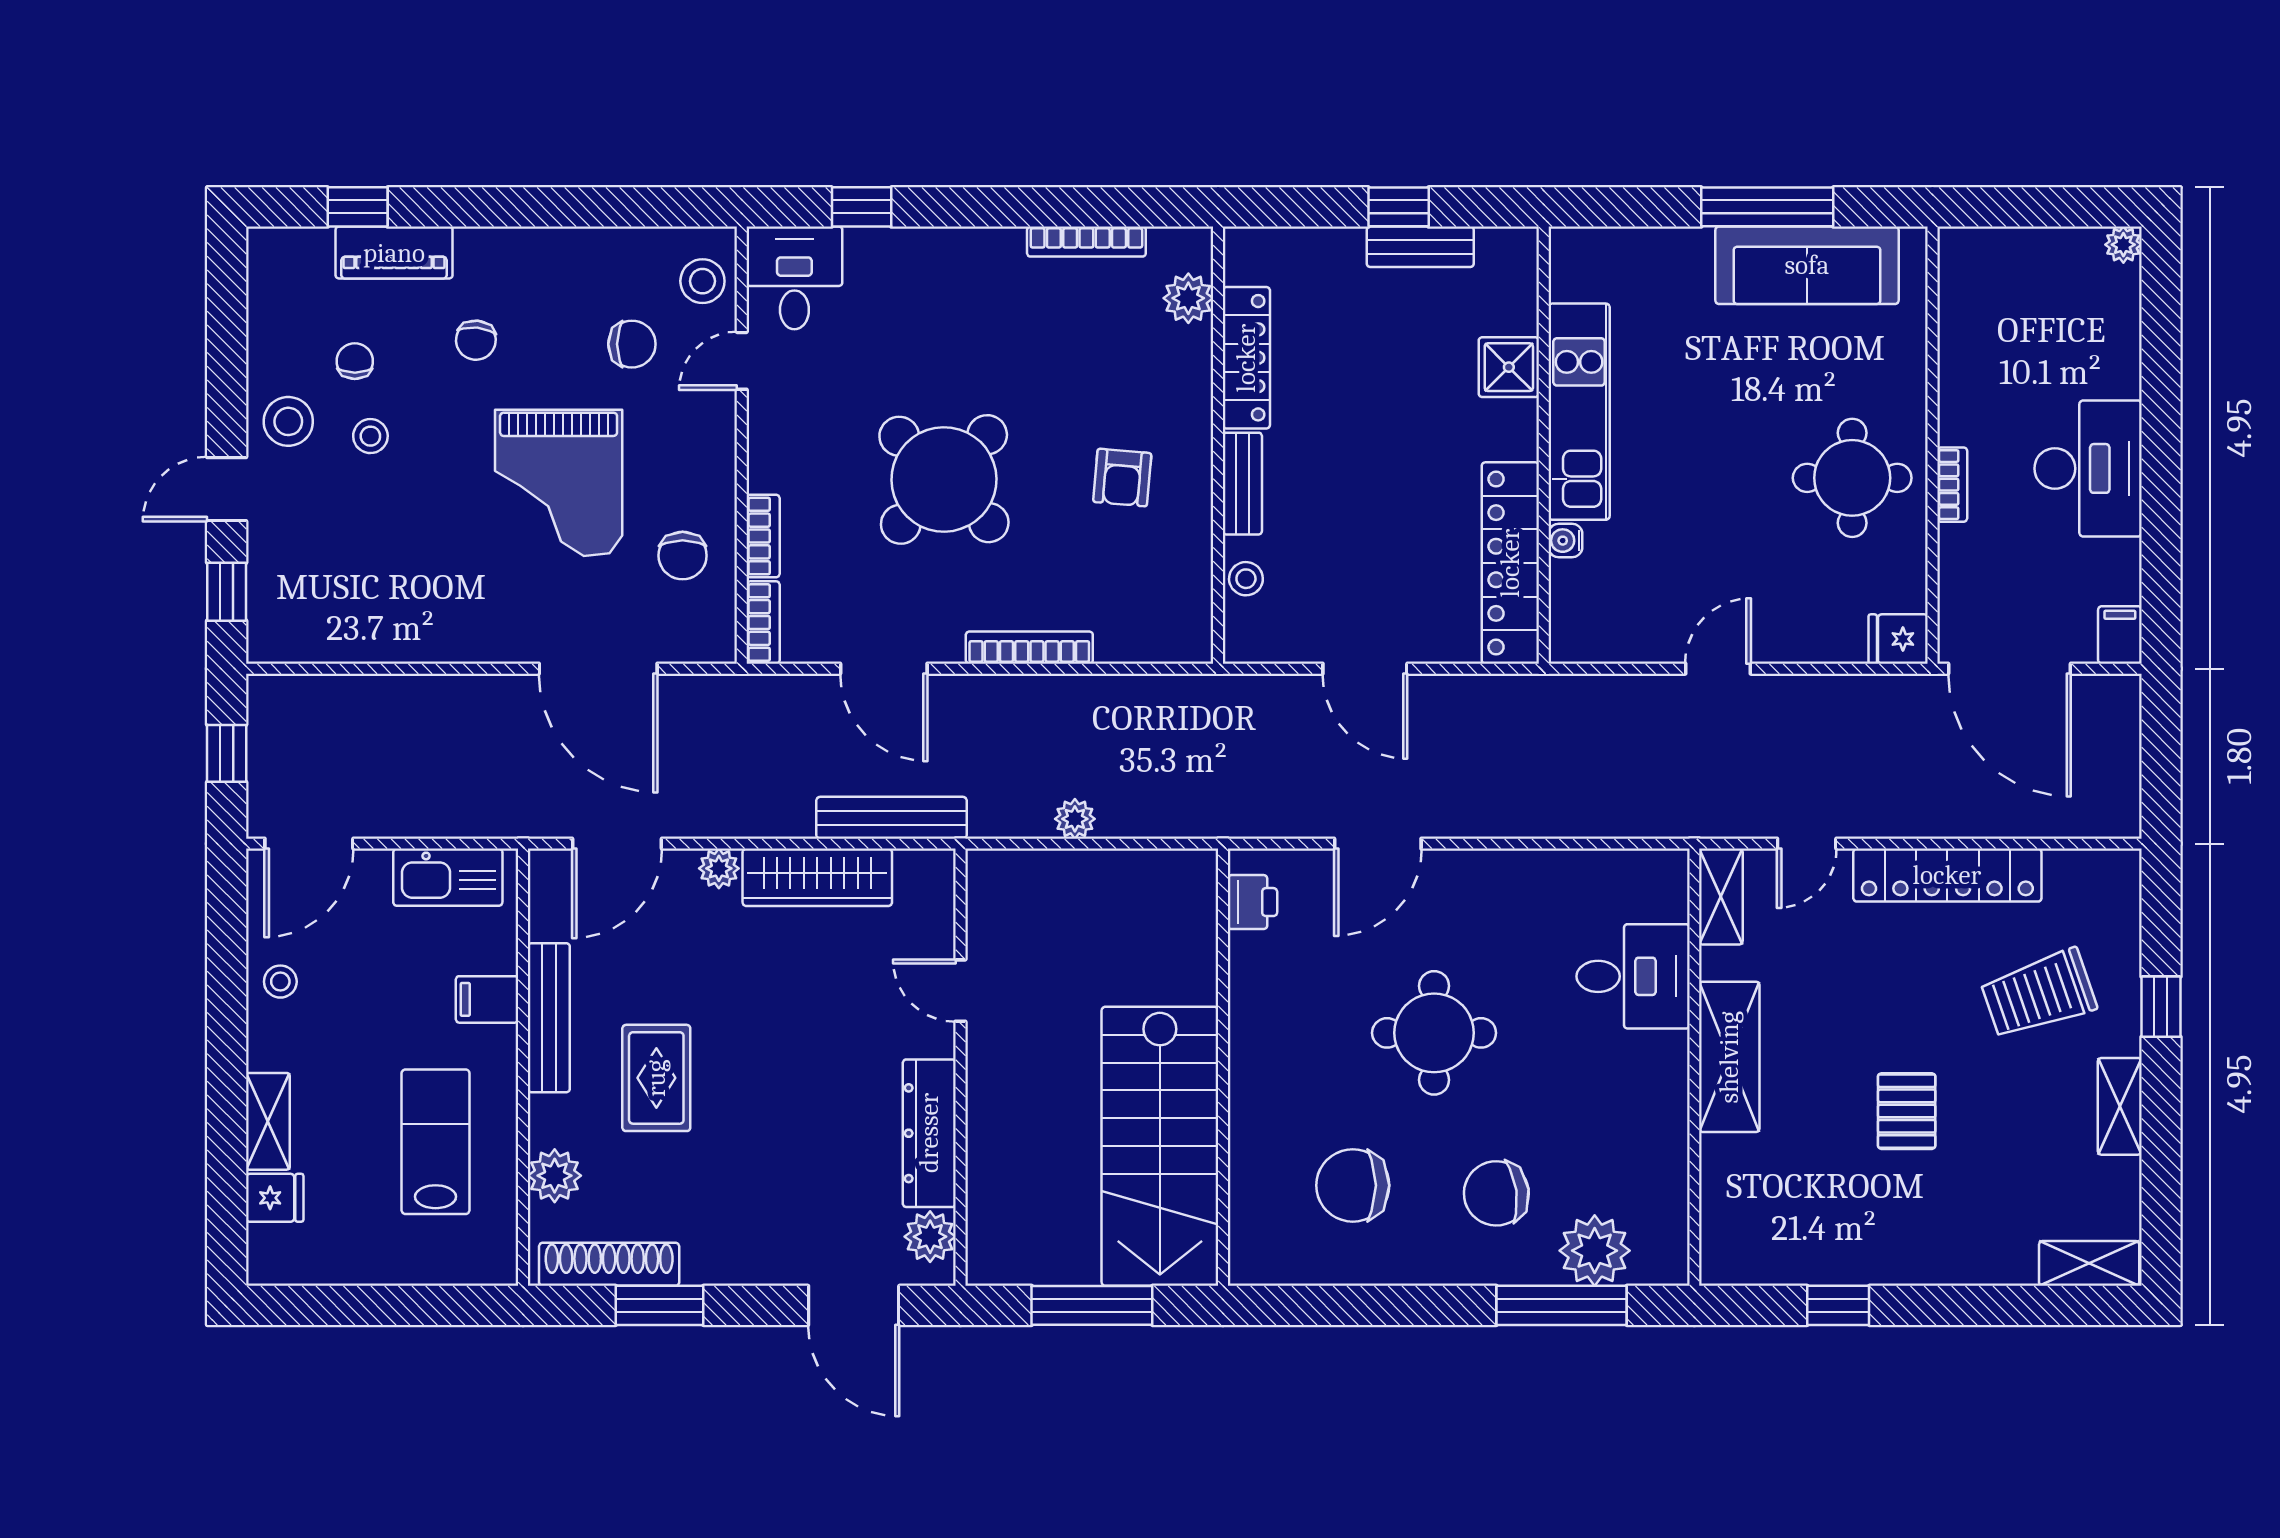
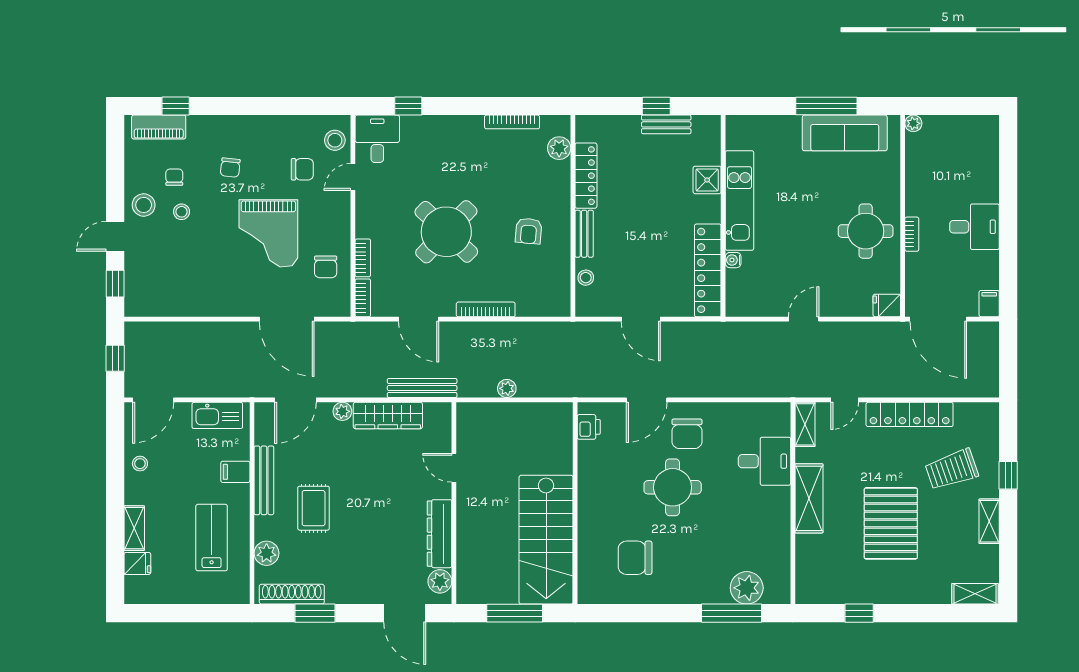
plant: (2123, 245) -> (913, 123), moved
piano: (394, 253) -> (159, 127), moved
desk: (2088, 468) -> (974, 227), width x0.73
pallet: (1907, 1111) -> (891, 523), width x2.05, depth x2.00
chair: (1496, 1193) -> (687, 434), moved, turned -82

